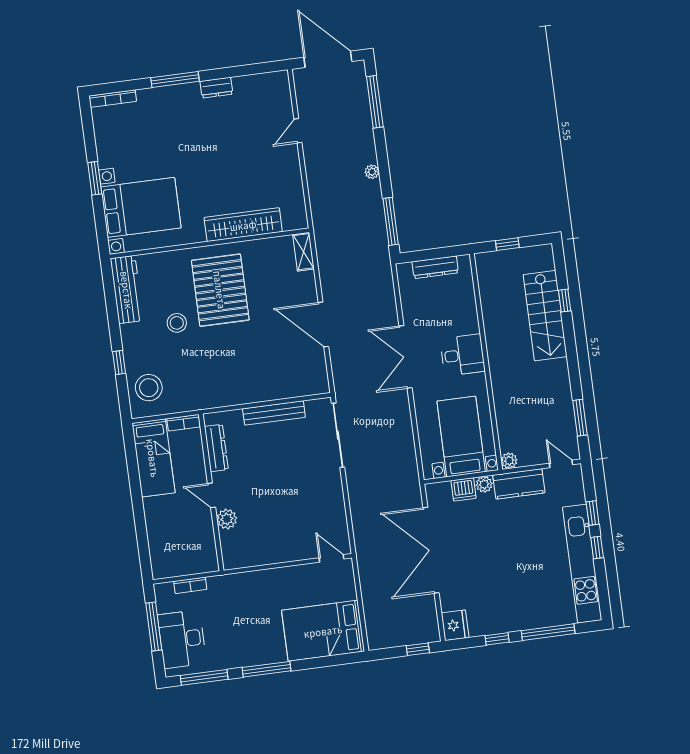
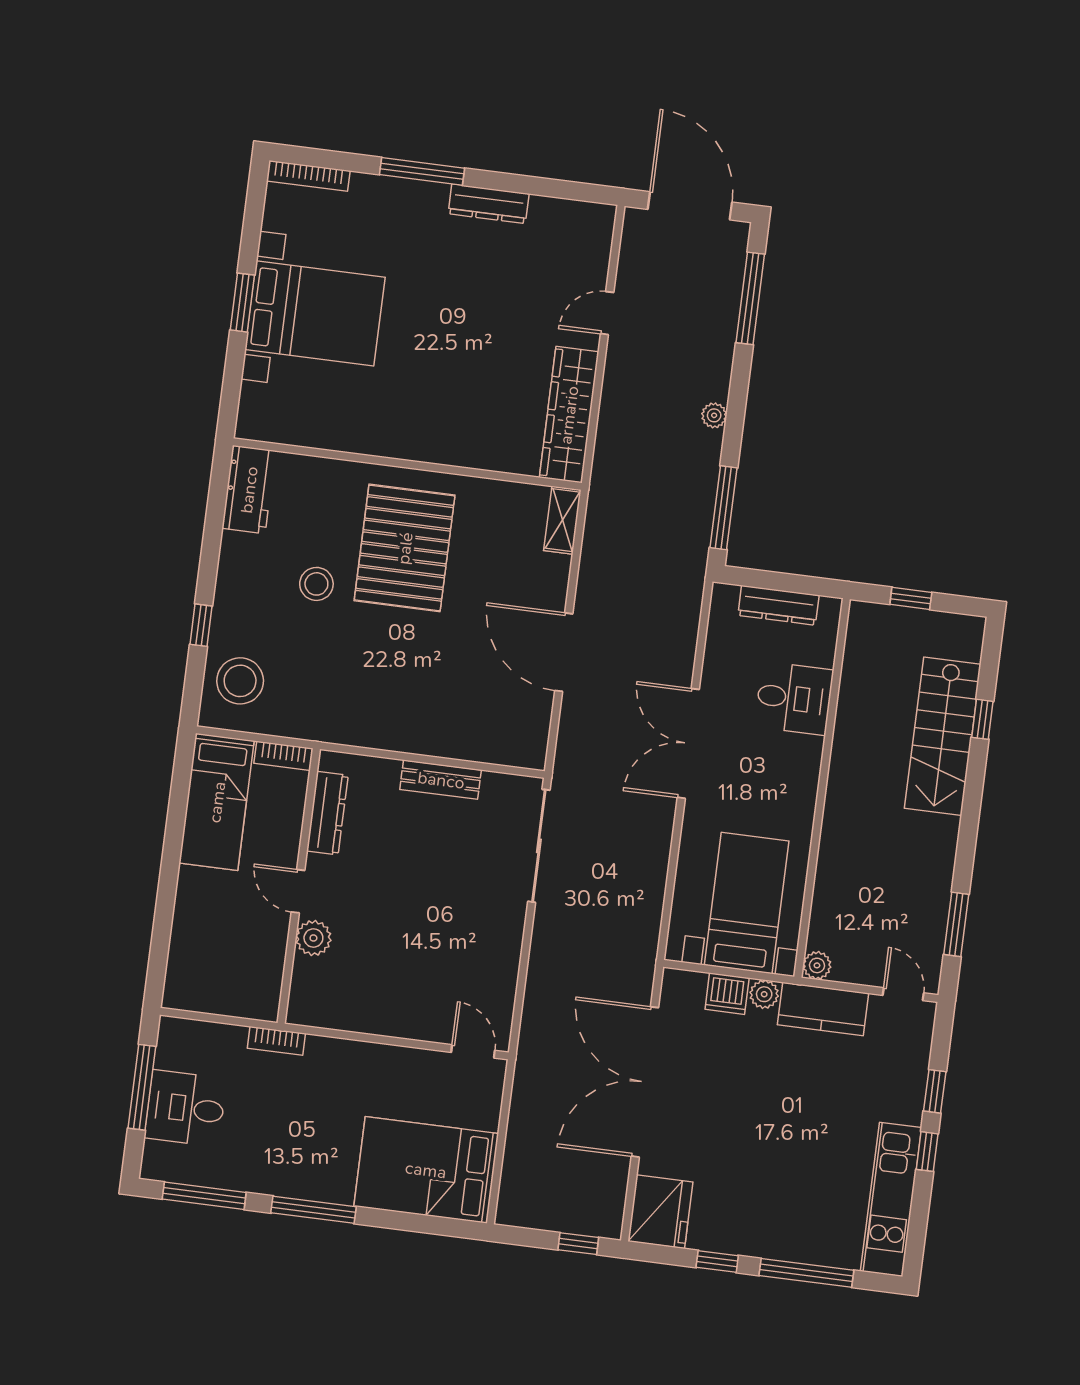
dresser: (216, 88) -> (489, 204), width x1.44
bed with nightstands: (141, 207) -> (315, 313), moved
wardrobe: (243, 225) -> (569, 415), moved, turned -90
workbench: (127, 290) -> (249, 490), width x0.73
desk: (462, 355) -> (794, 698), moved
bench: (274, 413) -> (441, 780), width x0.73
kitchen unit: (582, 564) -> (891, 1199), width x0.73
bookcase: (190, 585) -> (276, 1041), moved
fridge: (455, 625) -> (660, 1212), width x1.36, depth x1.34
desk: (182, 639) -> (185, 1108), width x0.73

